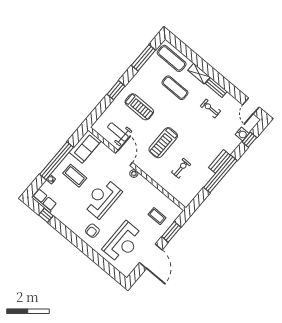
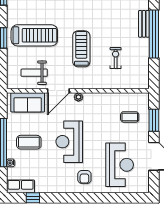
treadmill: (139, 107) -> (34, 35), width x1.37, depth x1.38
treadmill: (163, 143) -> (81, 49), turned 180
sofa: (85, 147) -> (28, 102), moved, turned 90
door: (124, 158) -> (58, 91), swing flipped

